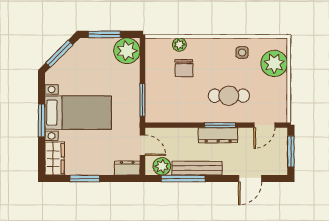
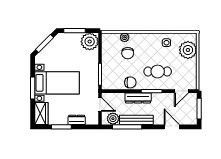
chair: (188, 112) -> (130, 82), added
dresser: (218, 135) -> (138, 98), moved
dresser: (127, 168) -> (77, 120), moved
door: (250, 179) -> (172, 127), swing flipped

